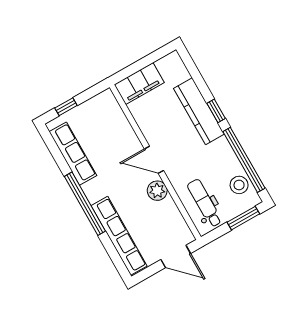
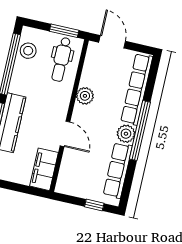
filing cabinet: (139, 83) -> (44, 169), moved, turned -90
door: (154, 160) -> (65, 134), moved
plant: (94, 190) -> (126, 134), added
window: (243, 218) -> (64, 31), moved

